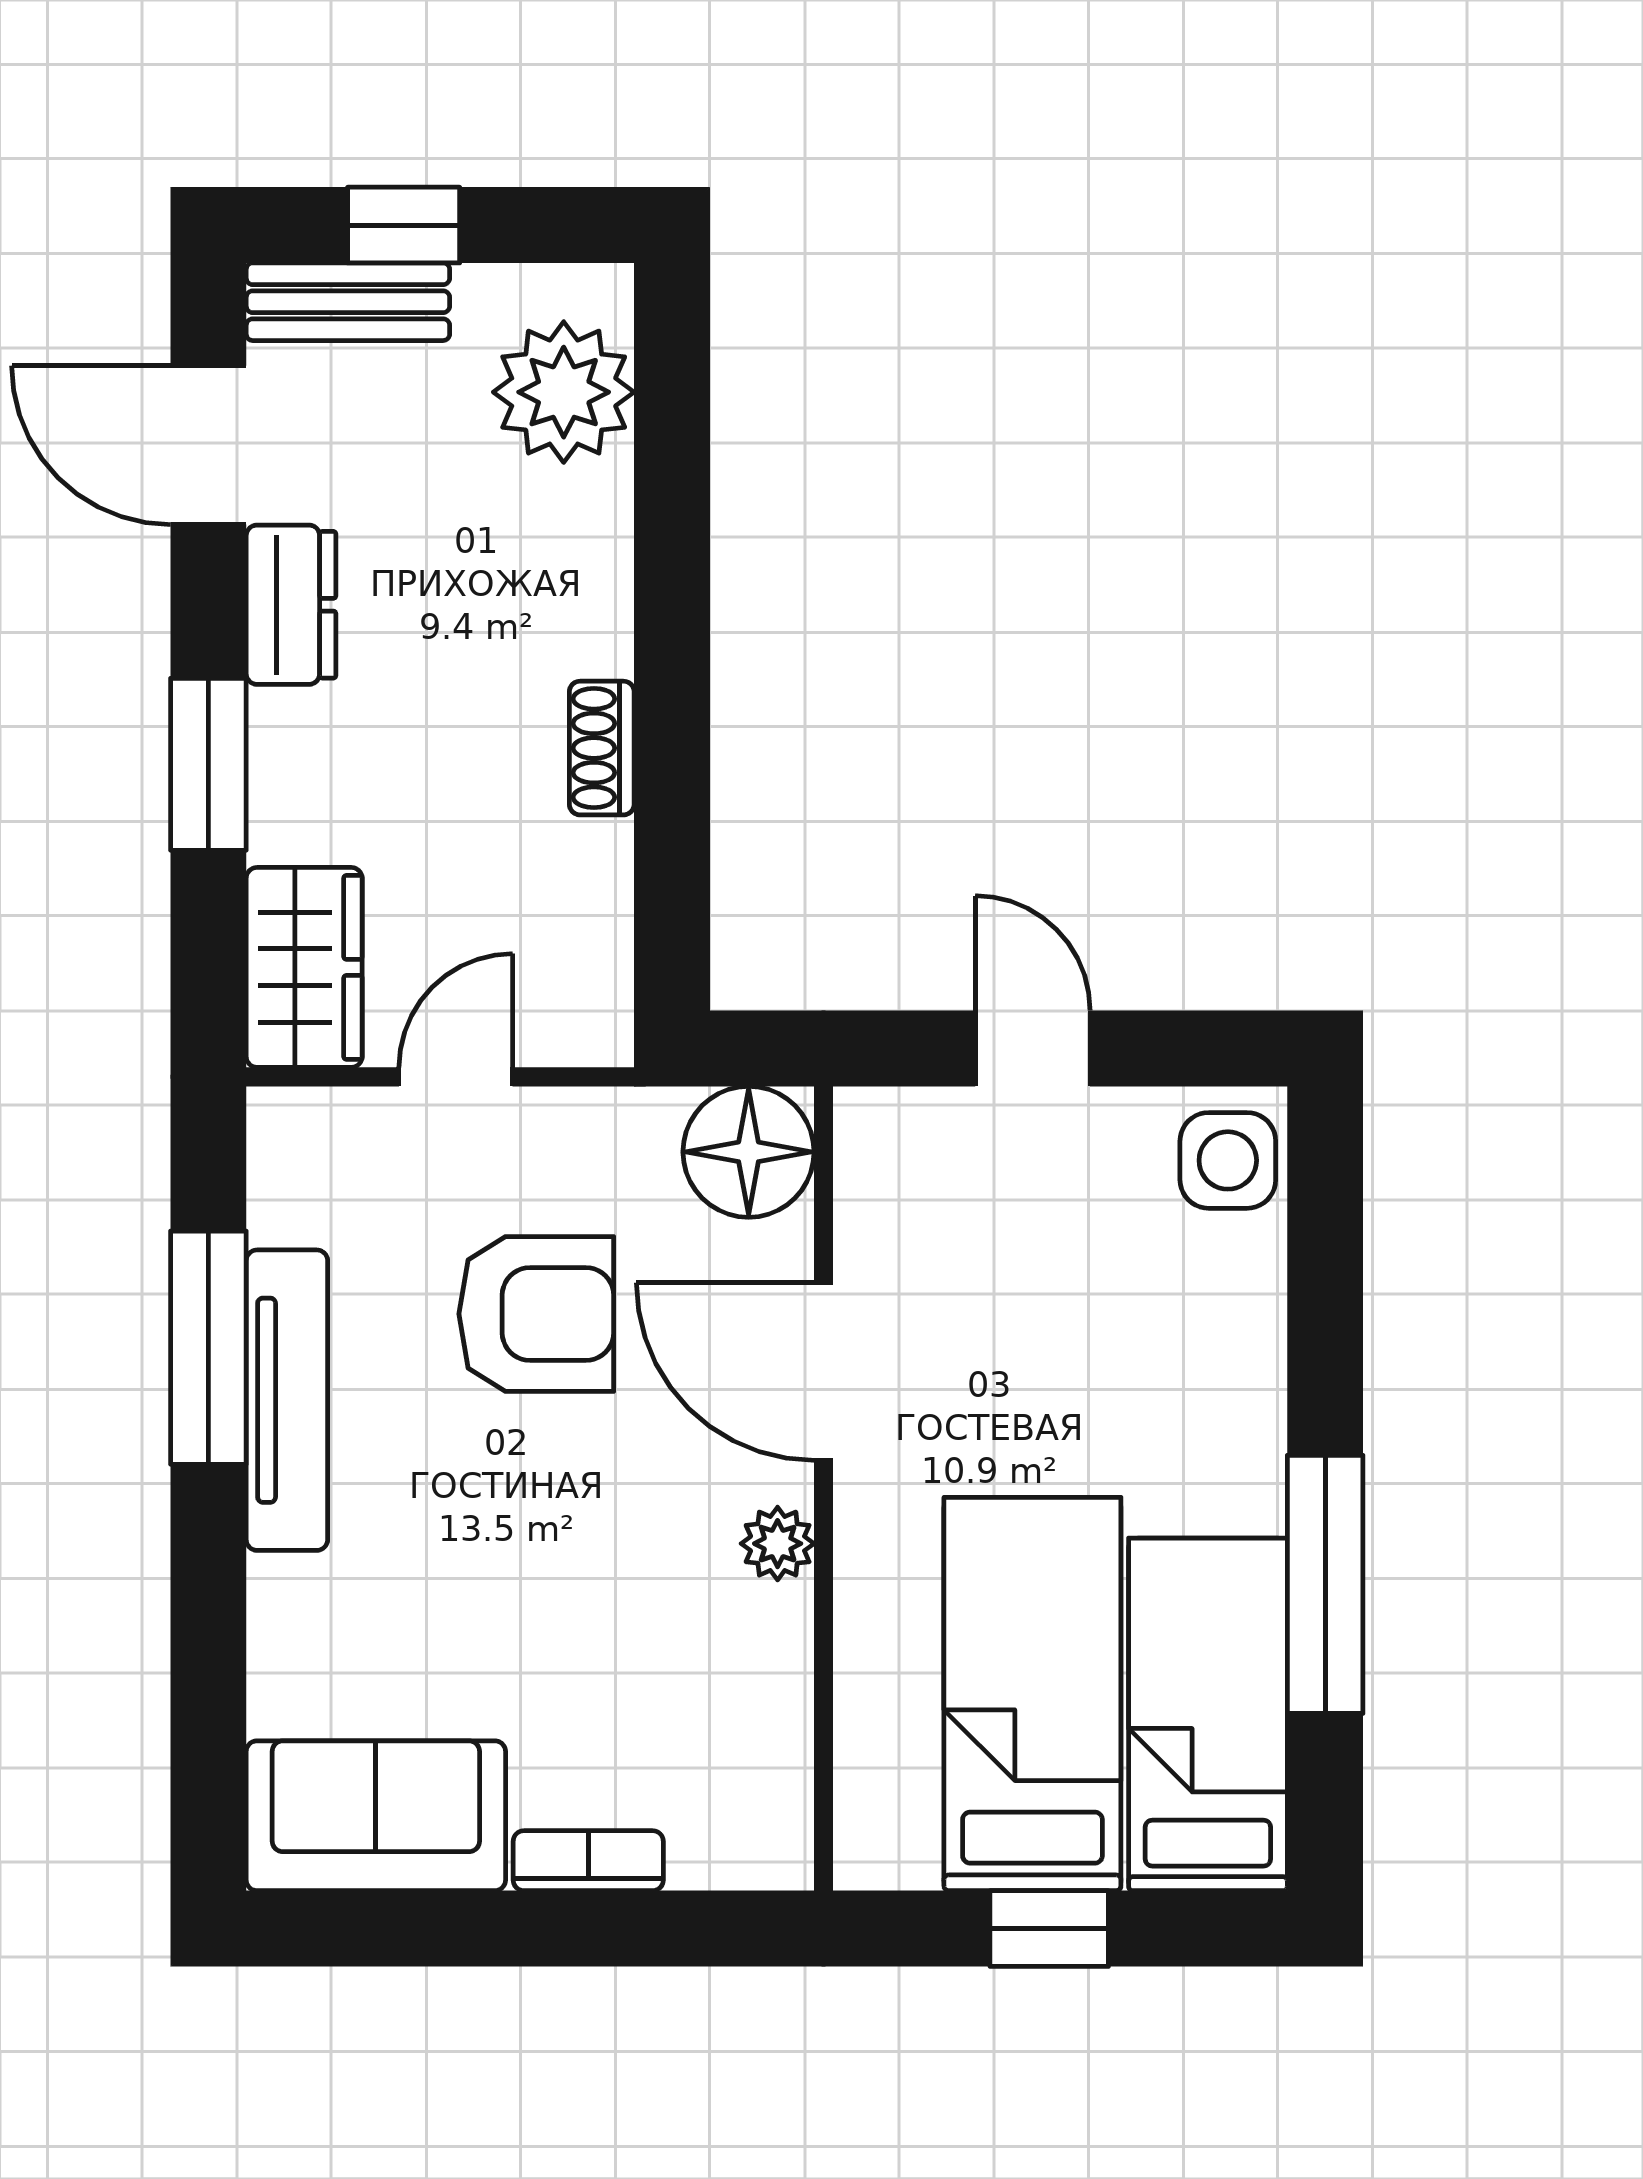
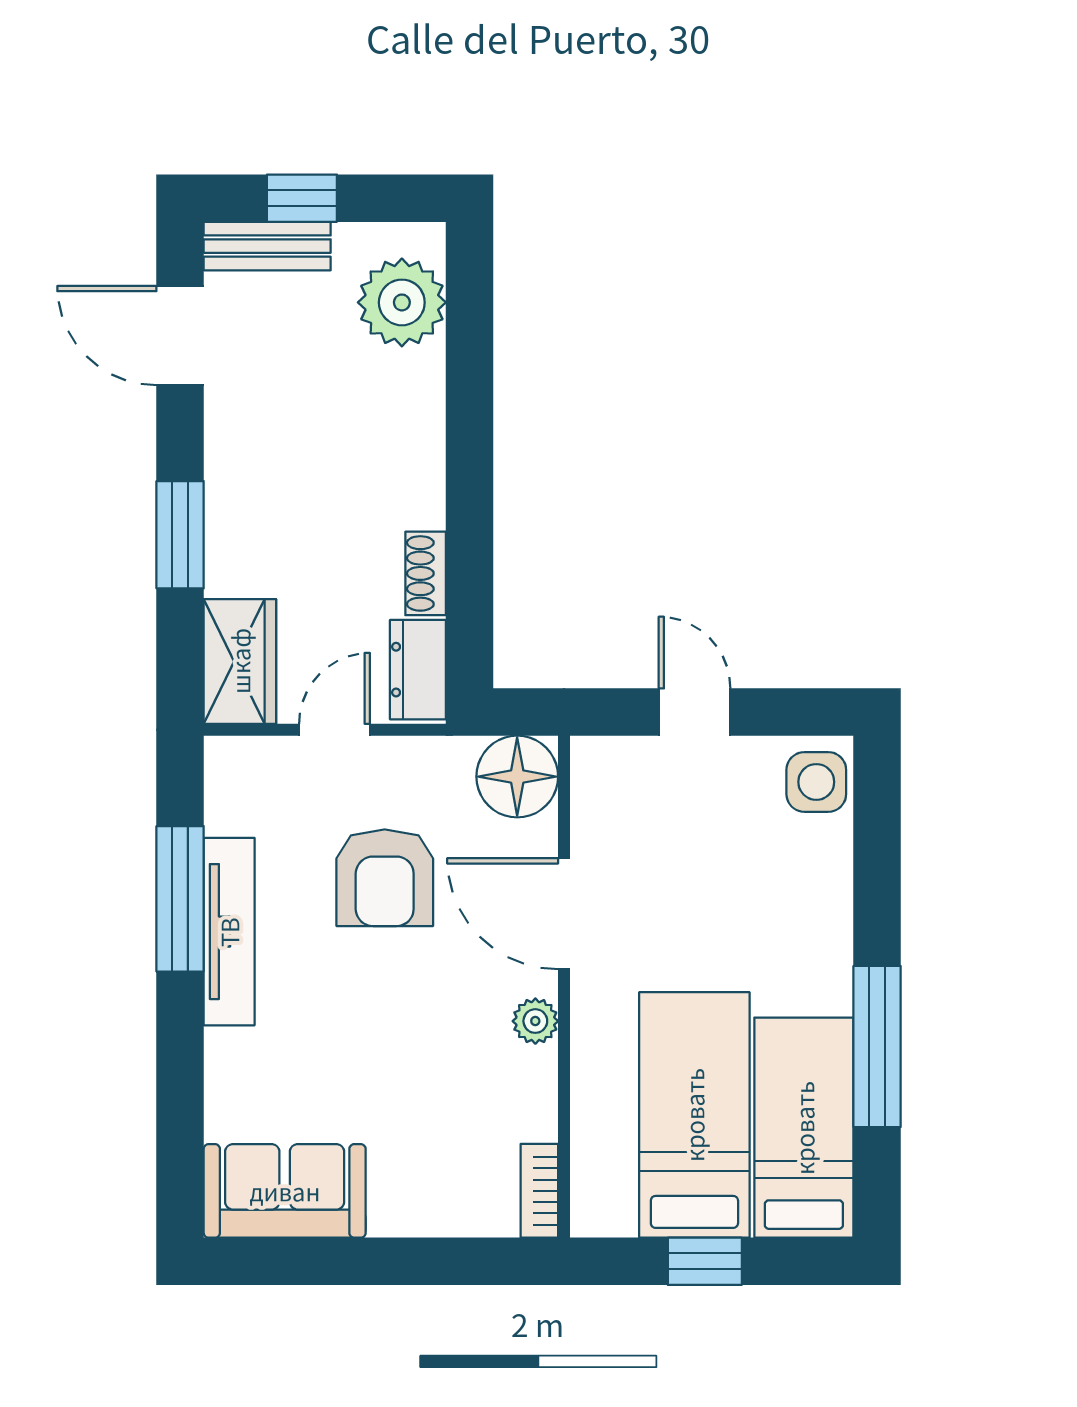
dresser: (291, 605) -> (418, 670), moved, turned 180
shoe rack: (602, 748) -> (426, 573), moved
armchair: (536, 1314) -> (385, 878), turned 90
bookcase: (588, 1861) -> (539, 1191), moved, turned -90

